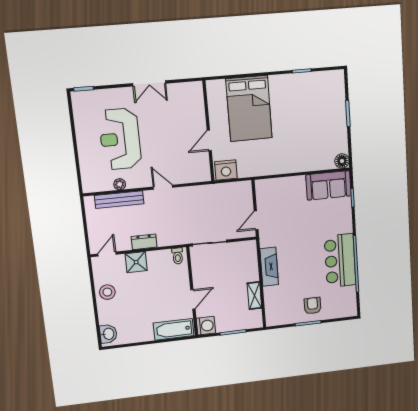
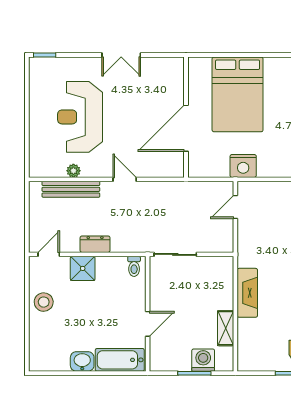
door: (209, 140) -> (186, 128), width x1.88
nightstand: (226, 170) -> (243, 166), moved
door: (256, 220) -> (235, 207), moved
washing machine: (206, 326) -> (203, 360), moved, turned -90
washbasin: (108, 334) -> (82, 361), moved, turned -90

